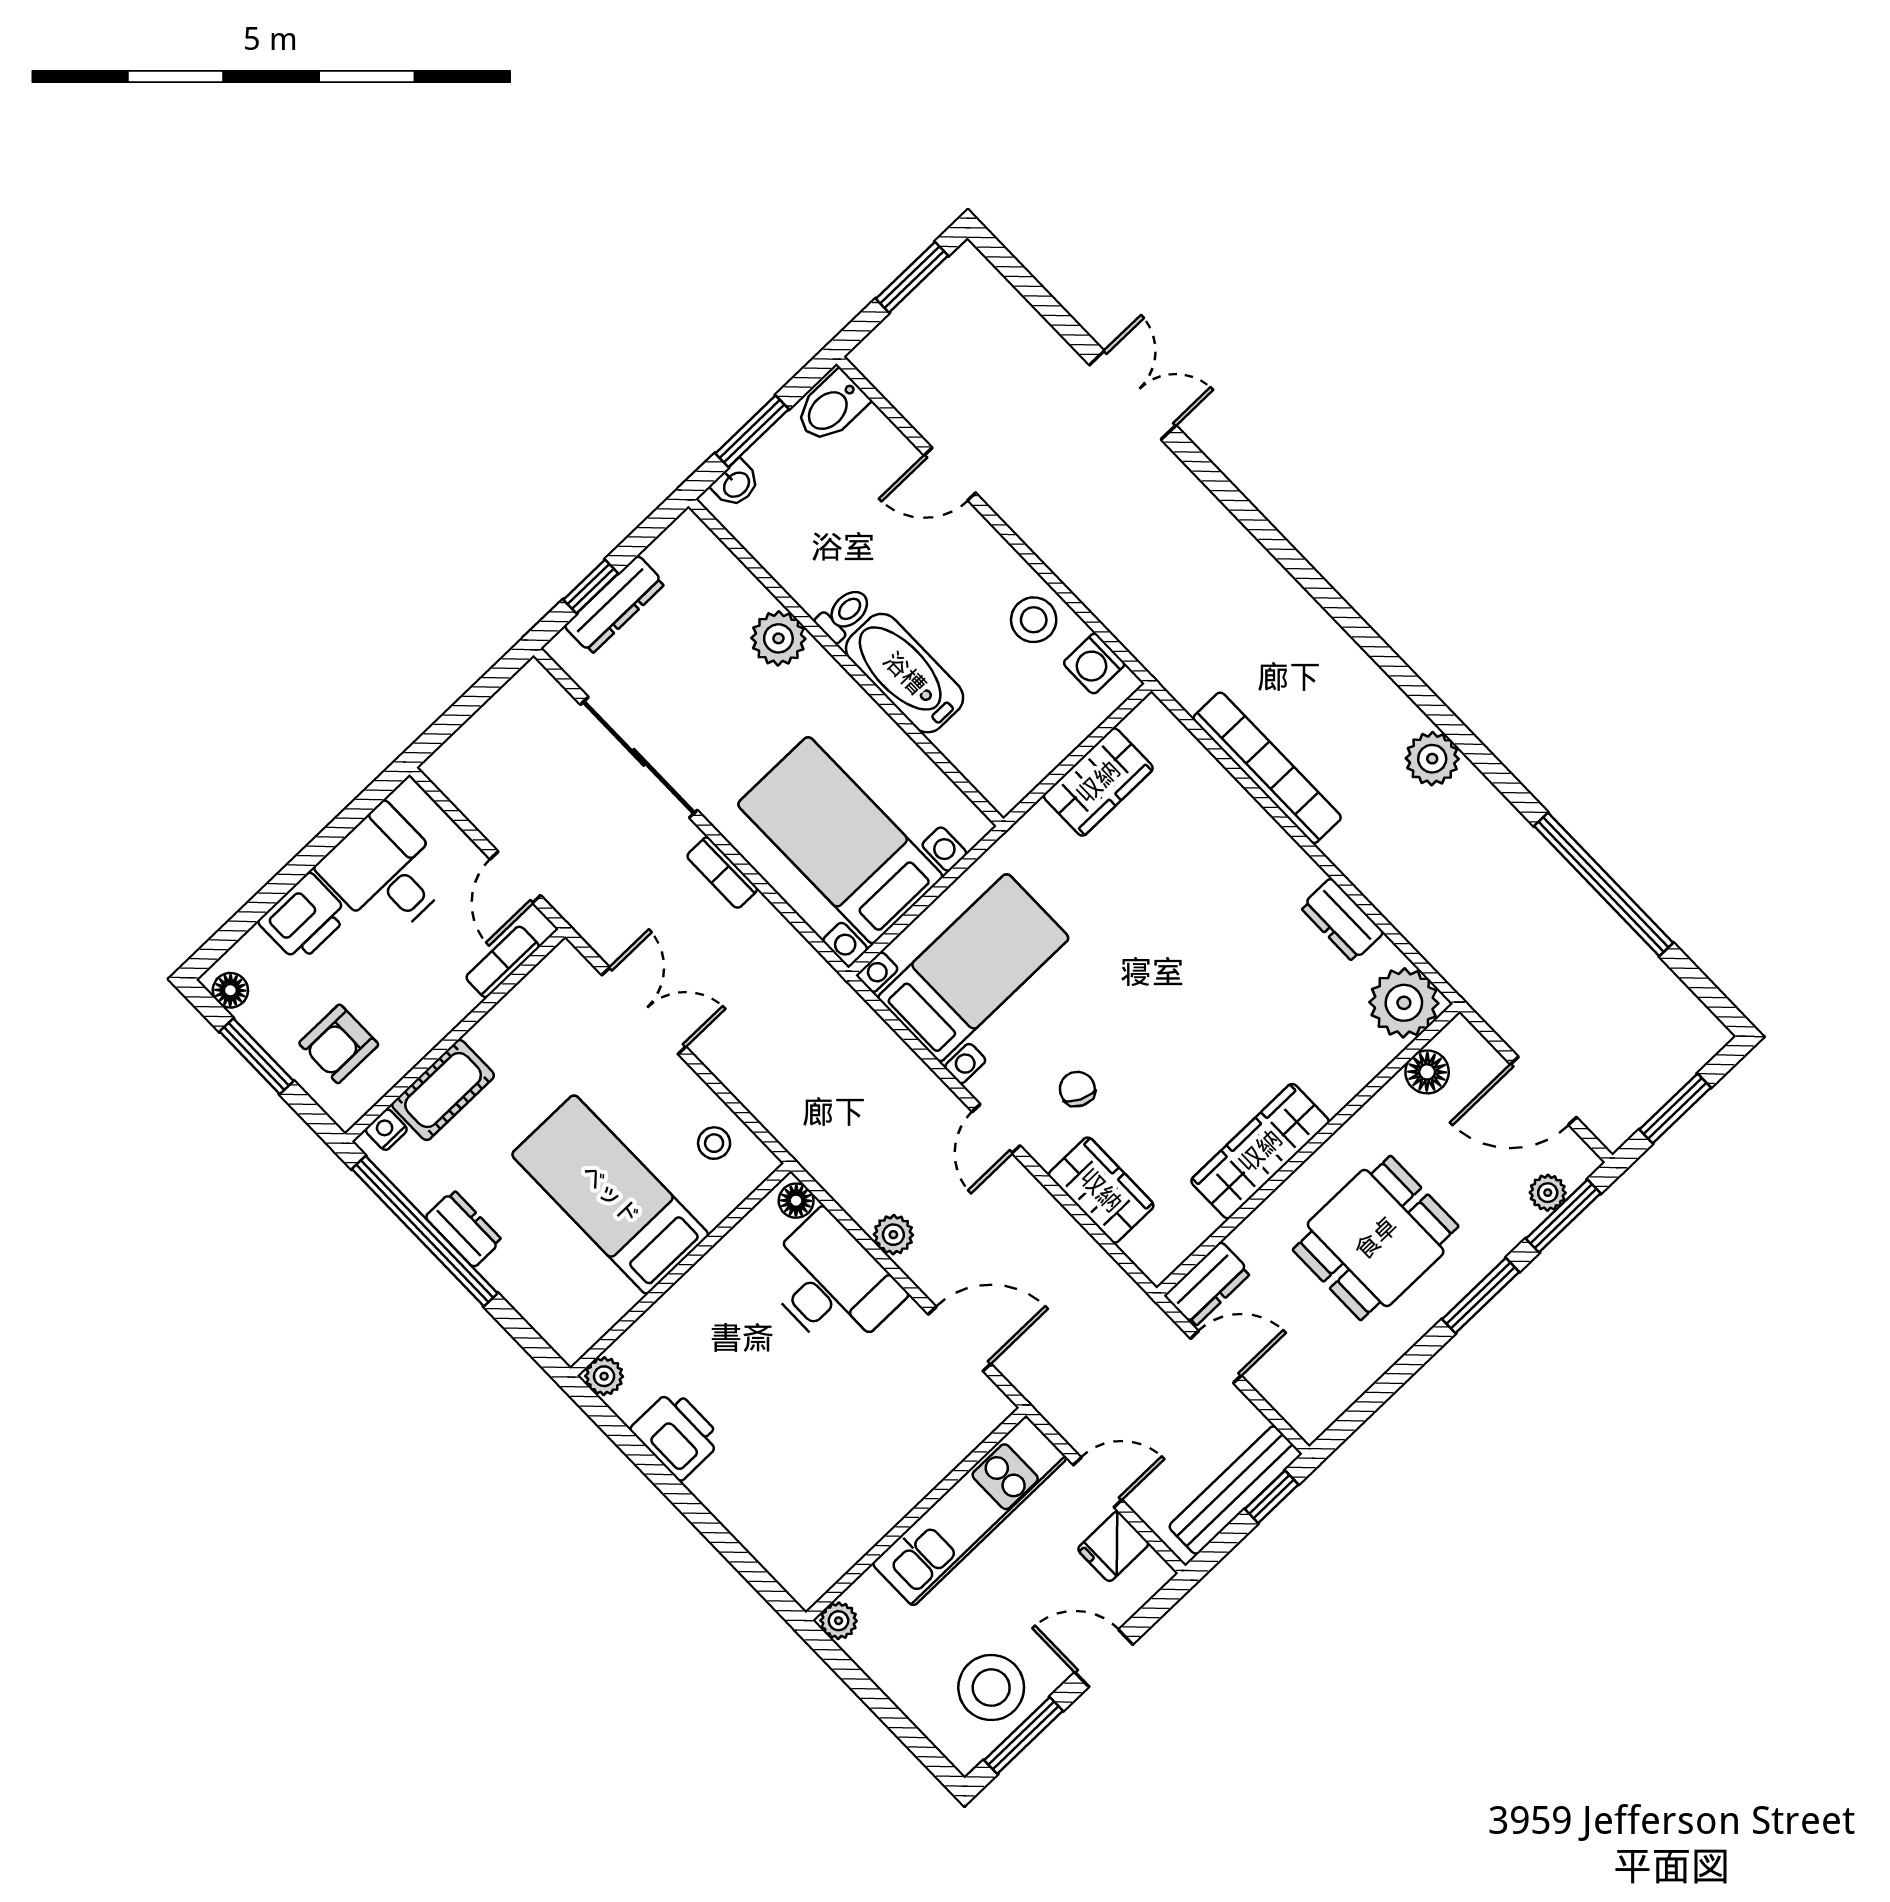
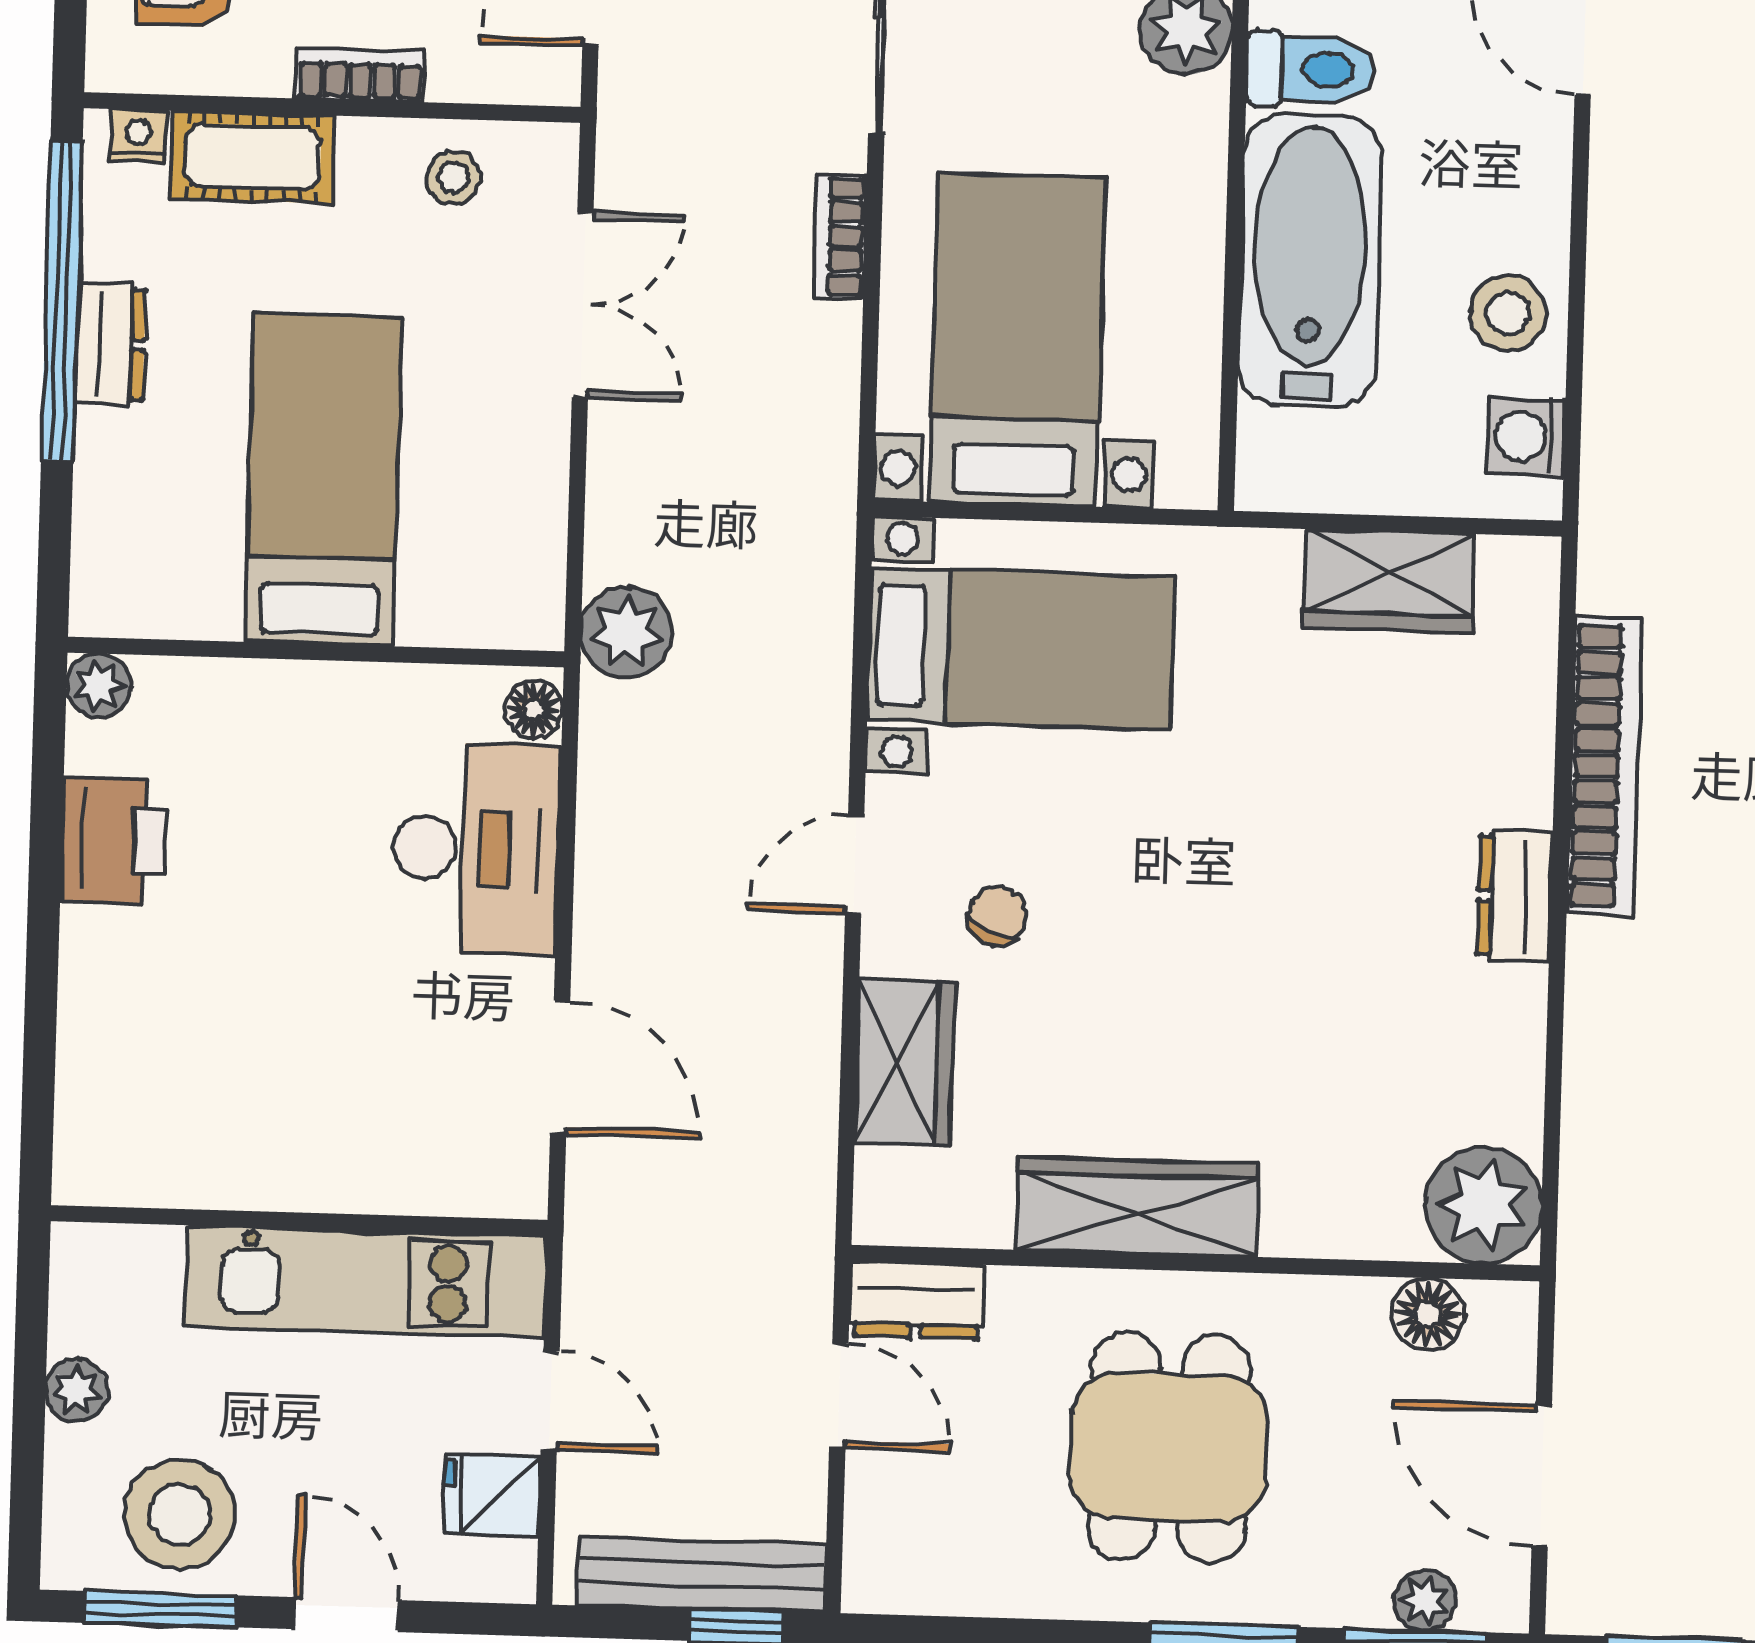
toilet: (844, 614) -> (1310, 69), width x1.37, depth x1.39
bathtub: (905, 673) -> (1310, 260), width x1.36, depth x1.36
dresser: (1342, 920) -> (1514, 896), moved
bookcase: (503, 962) -> (360, 75), moved
stool: (714, 1143) -> (453, 177), moved
plant: (893, 1235) -> (627, 632), moved, width x1.38, depth x1.38
dining table: (1376, 1238) -> (1169, 1447), turned 90
plant: (839, 1621) -> (76, 1390), moved

